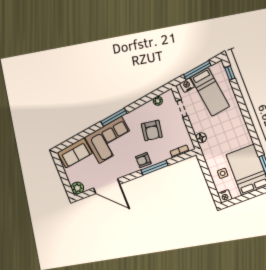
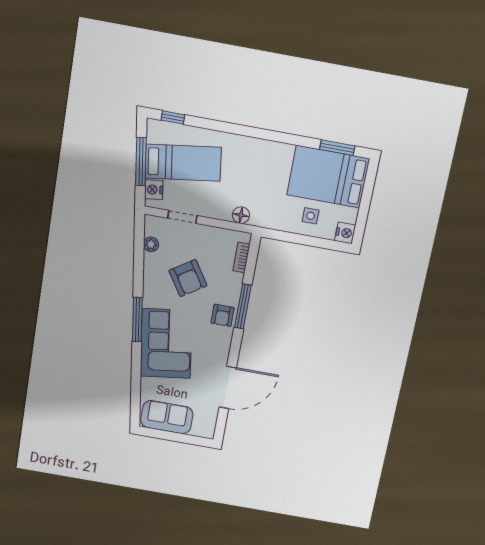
armchair: (152, 130) -> (188, 278), turned 48
sofa: (75, 153) -> (167, 417), moved, turned -82
plant: (77, 188) -> (206, 428), removed

